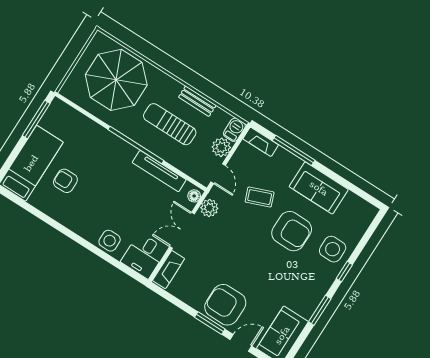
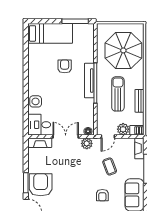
tv unit: (159, 171) -> (89, 81), moved
armchair: (65, 181) -> (65, 66), moved
armchair: (292, 231) -> (102, 195), width x0.53, depth x0.53

